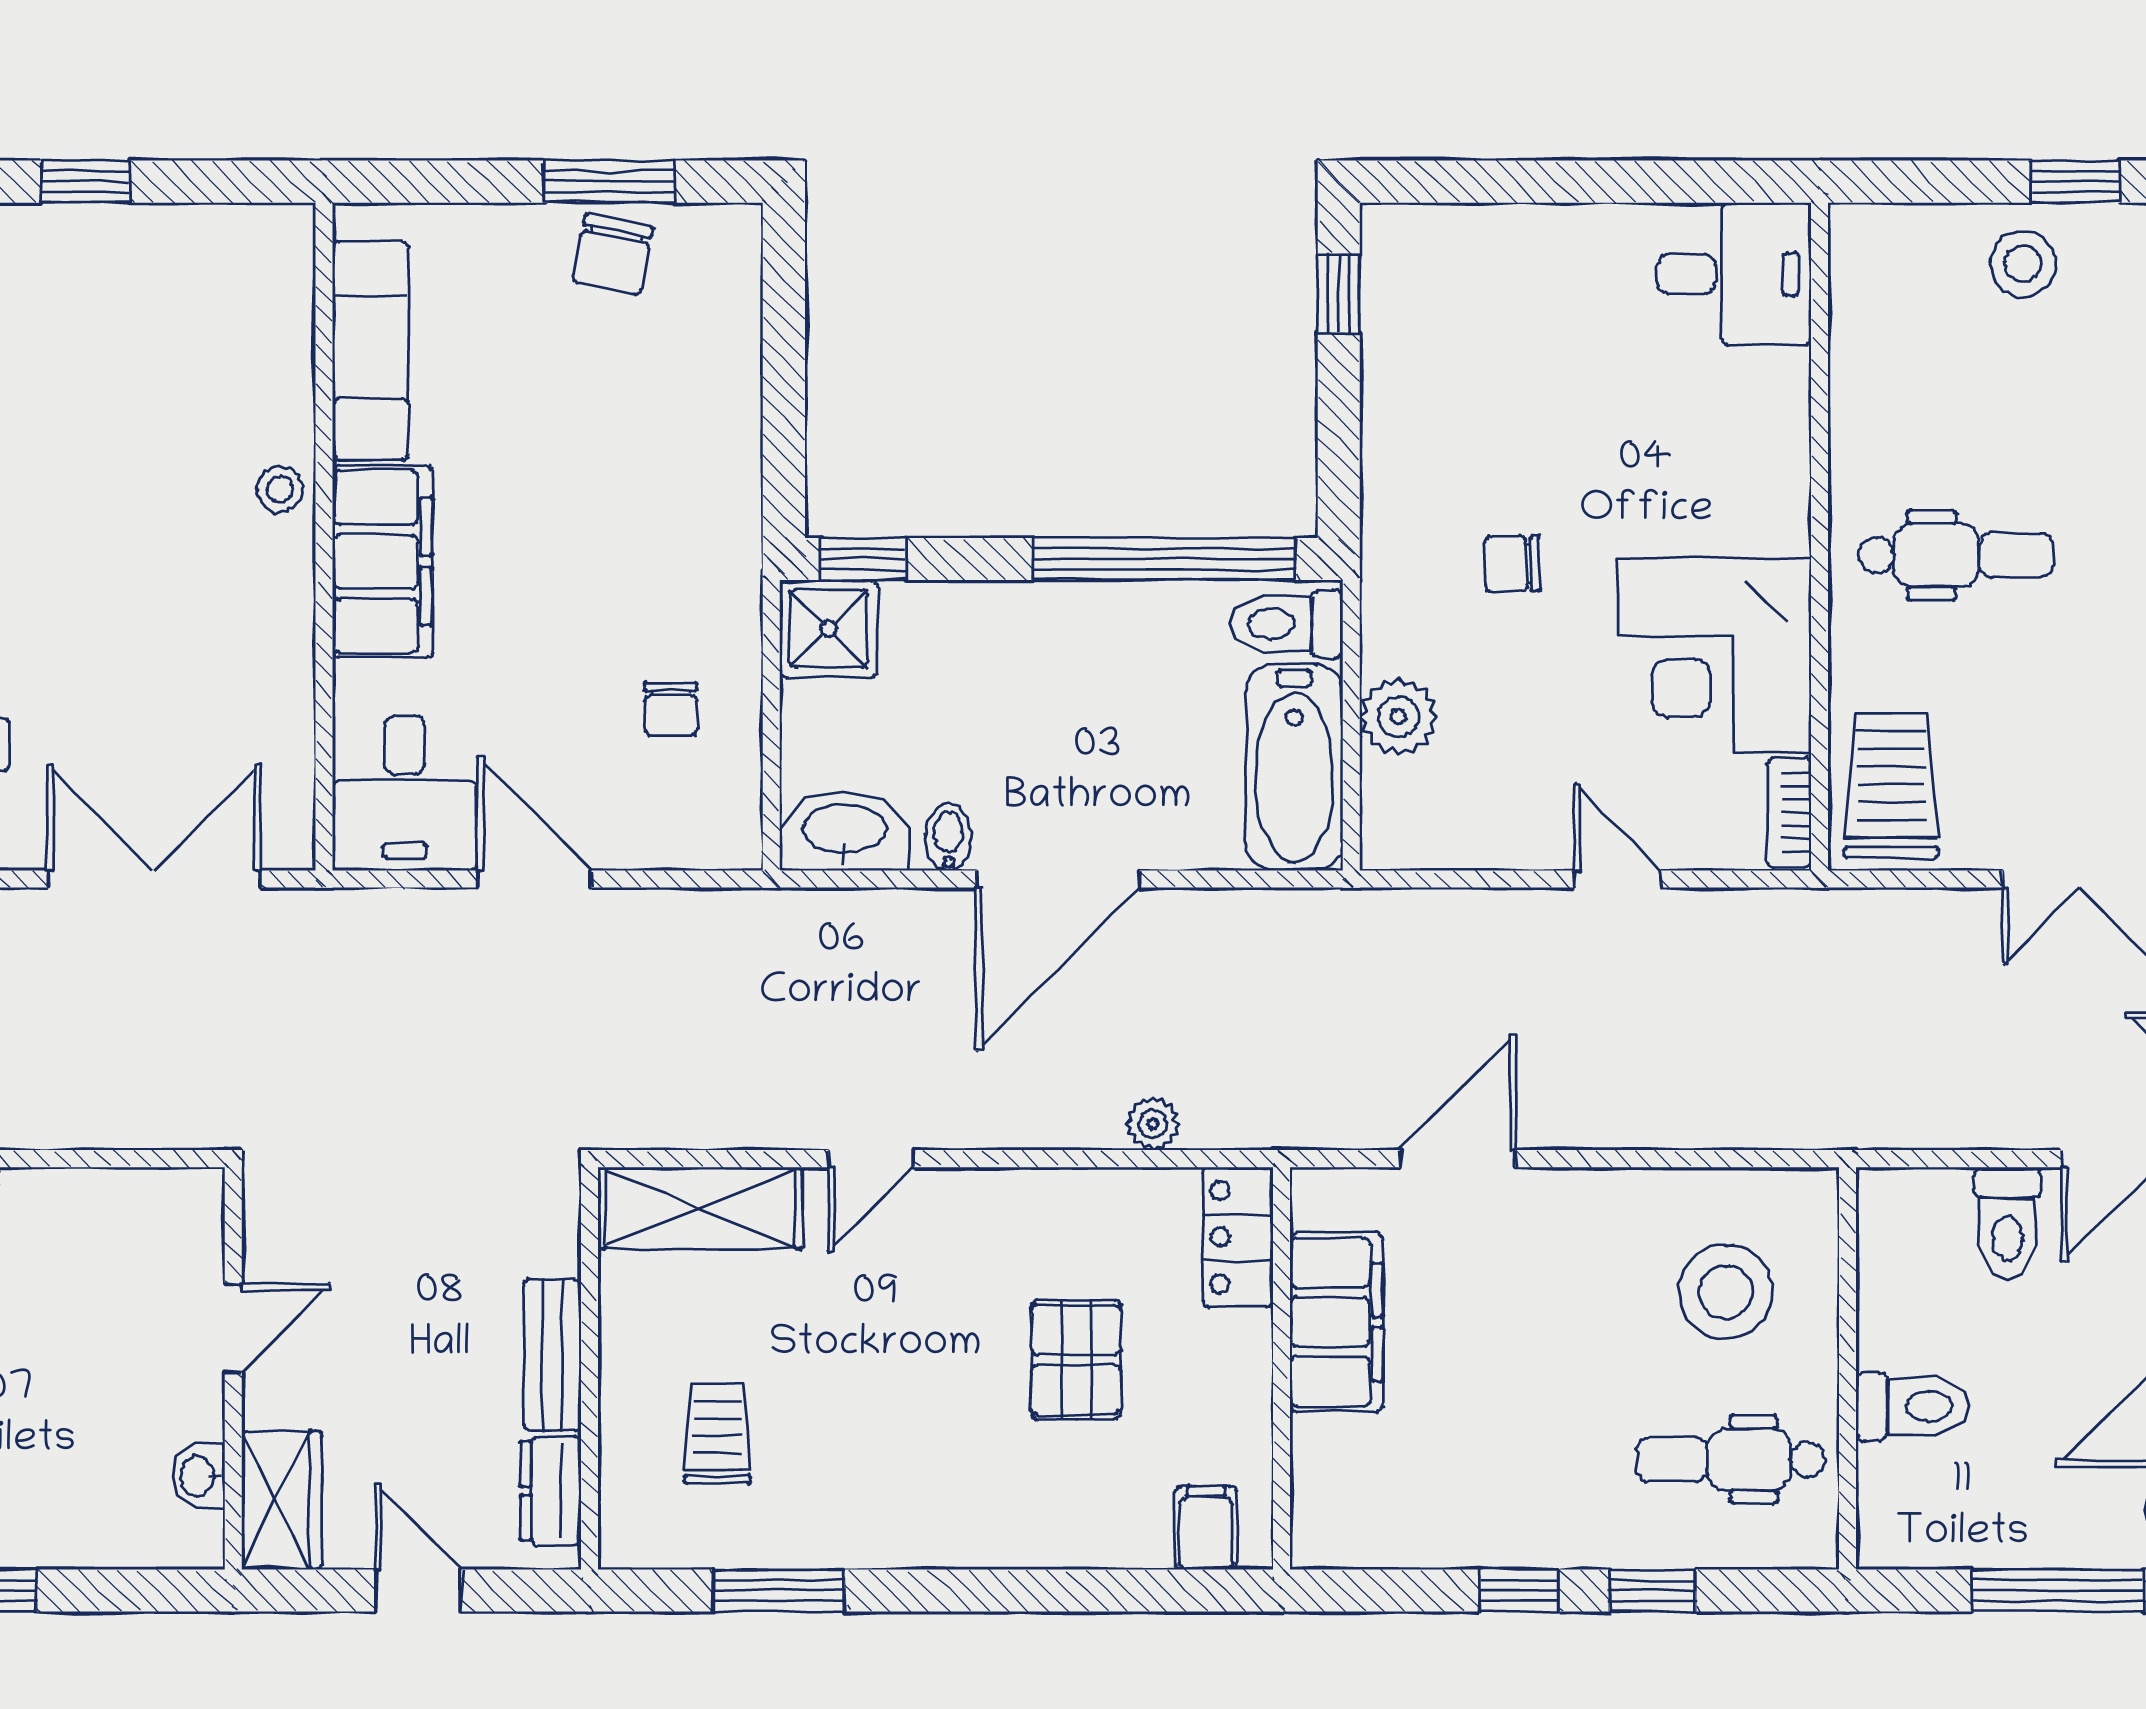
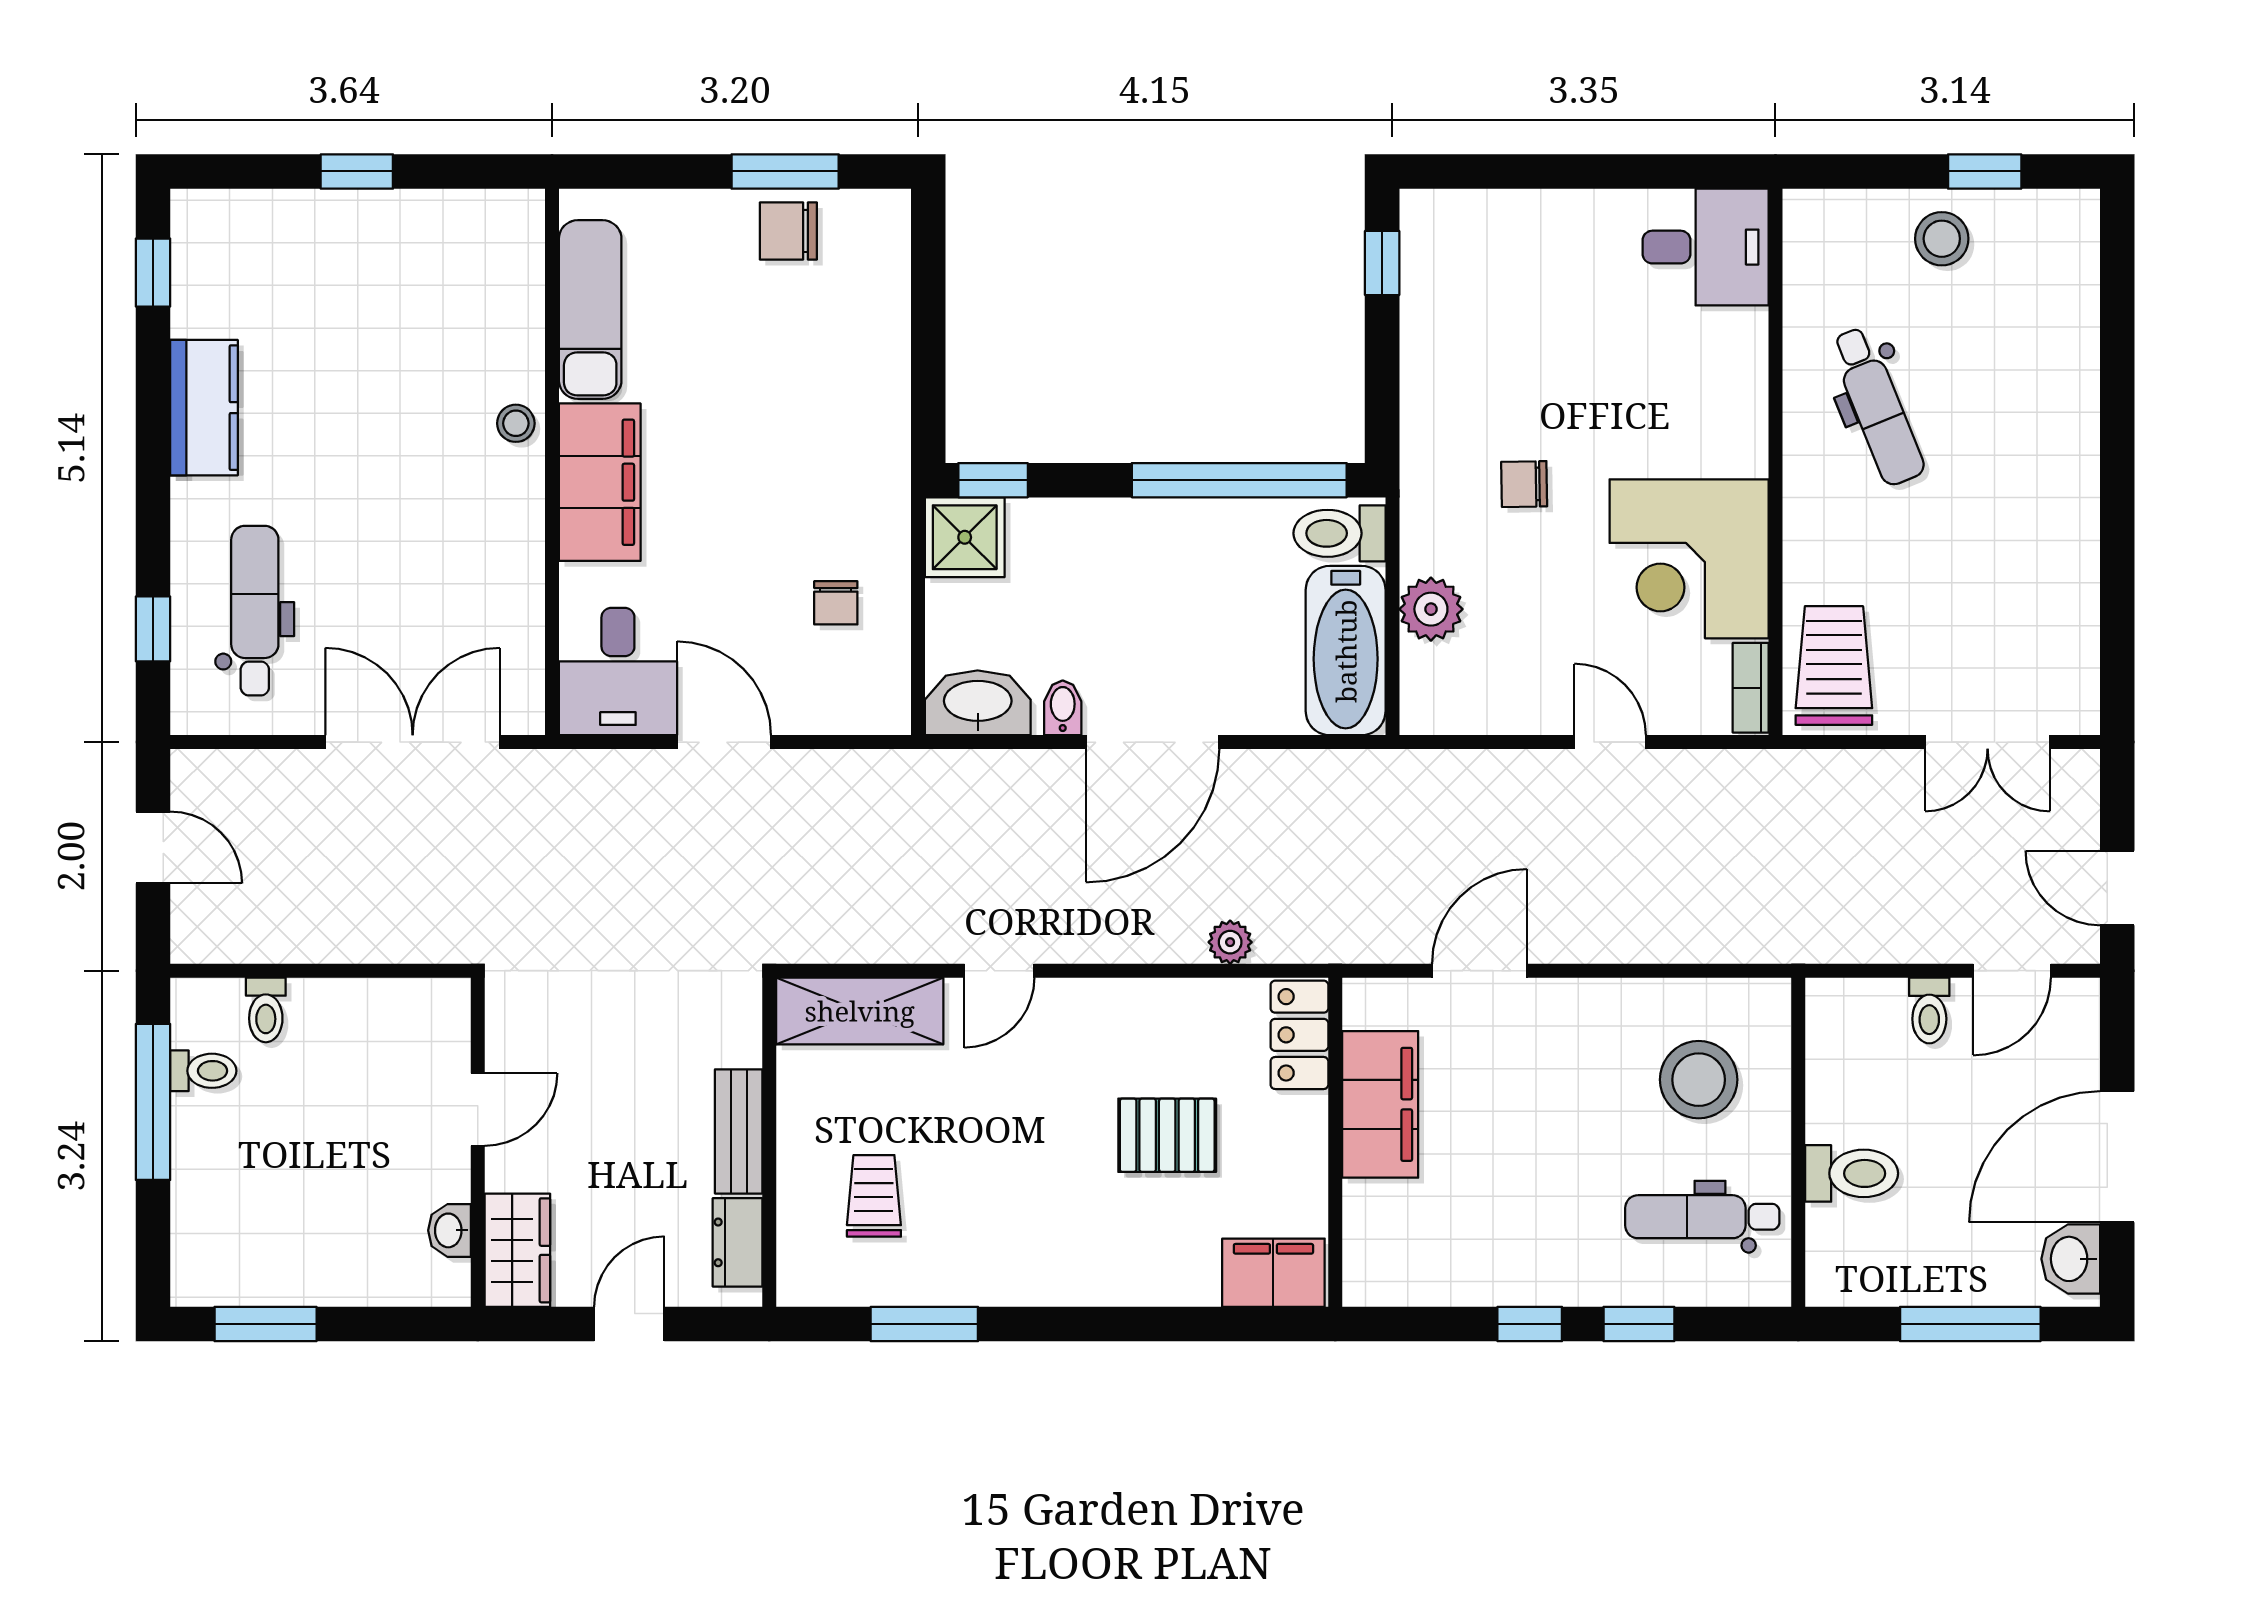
chair: (613, 254) -> (788, 231), turned 79
dental chair: (1956, 555) -> (1877, 406), moved, turned 68
toilet: (2008, 1223) -> (1929, 1010), width x0.73, depth x0.72
pallet: (1076, 1360) -> (1167, 1135), turned 90
filing cabinet: (1206, 1528) -> (1273, 1273), width x2.00
door: (418, 1591) -> (629, 1324), hinge flipped

